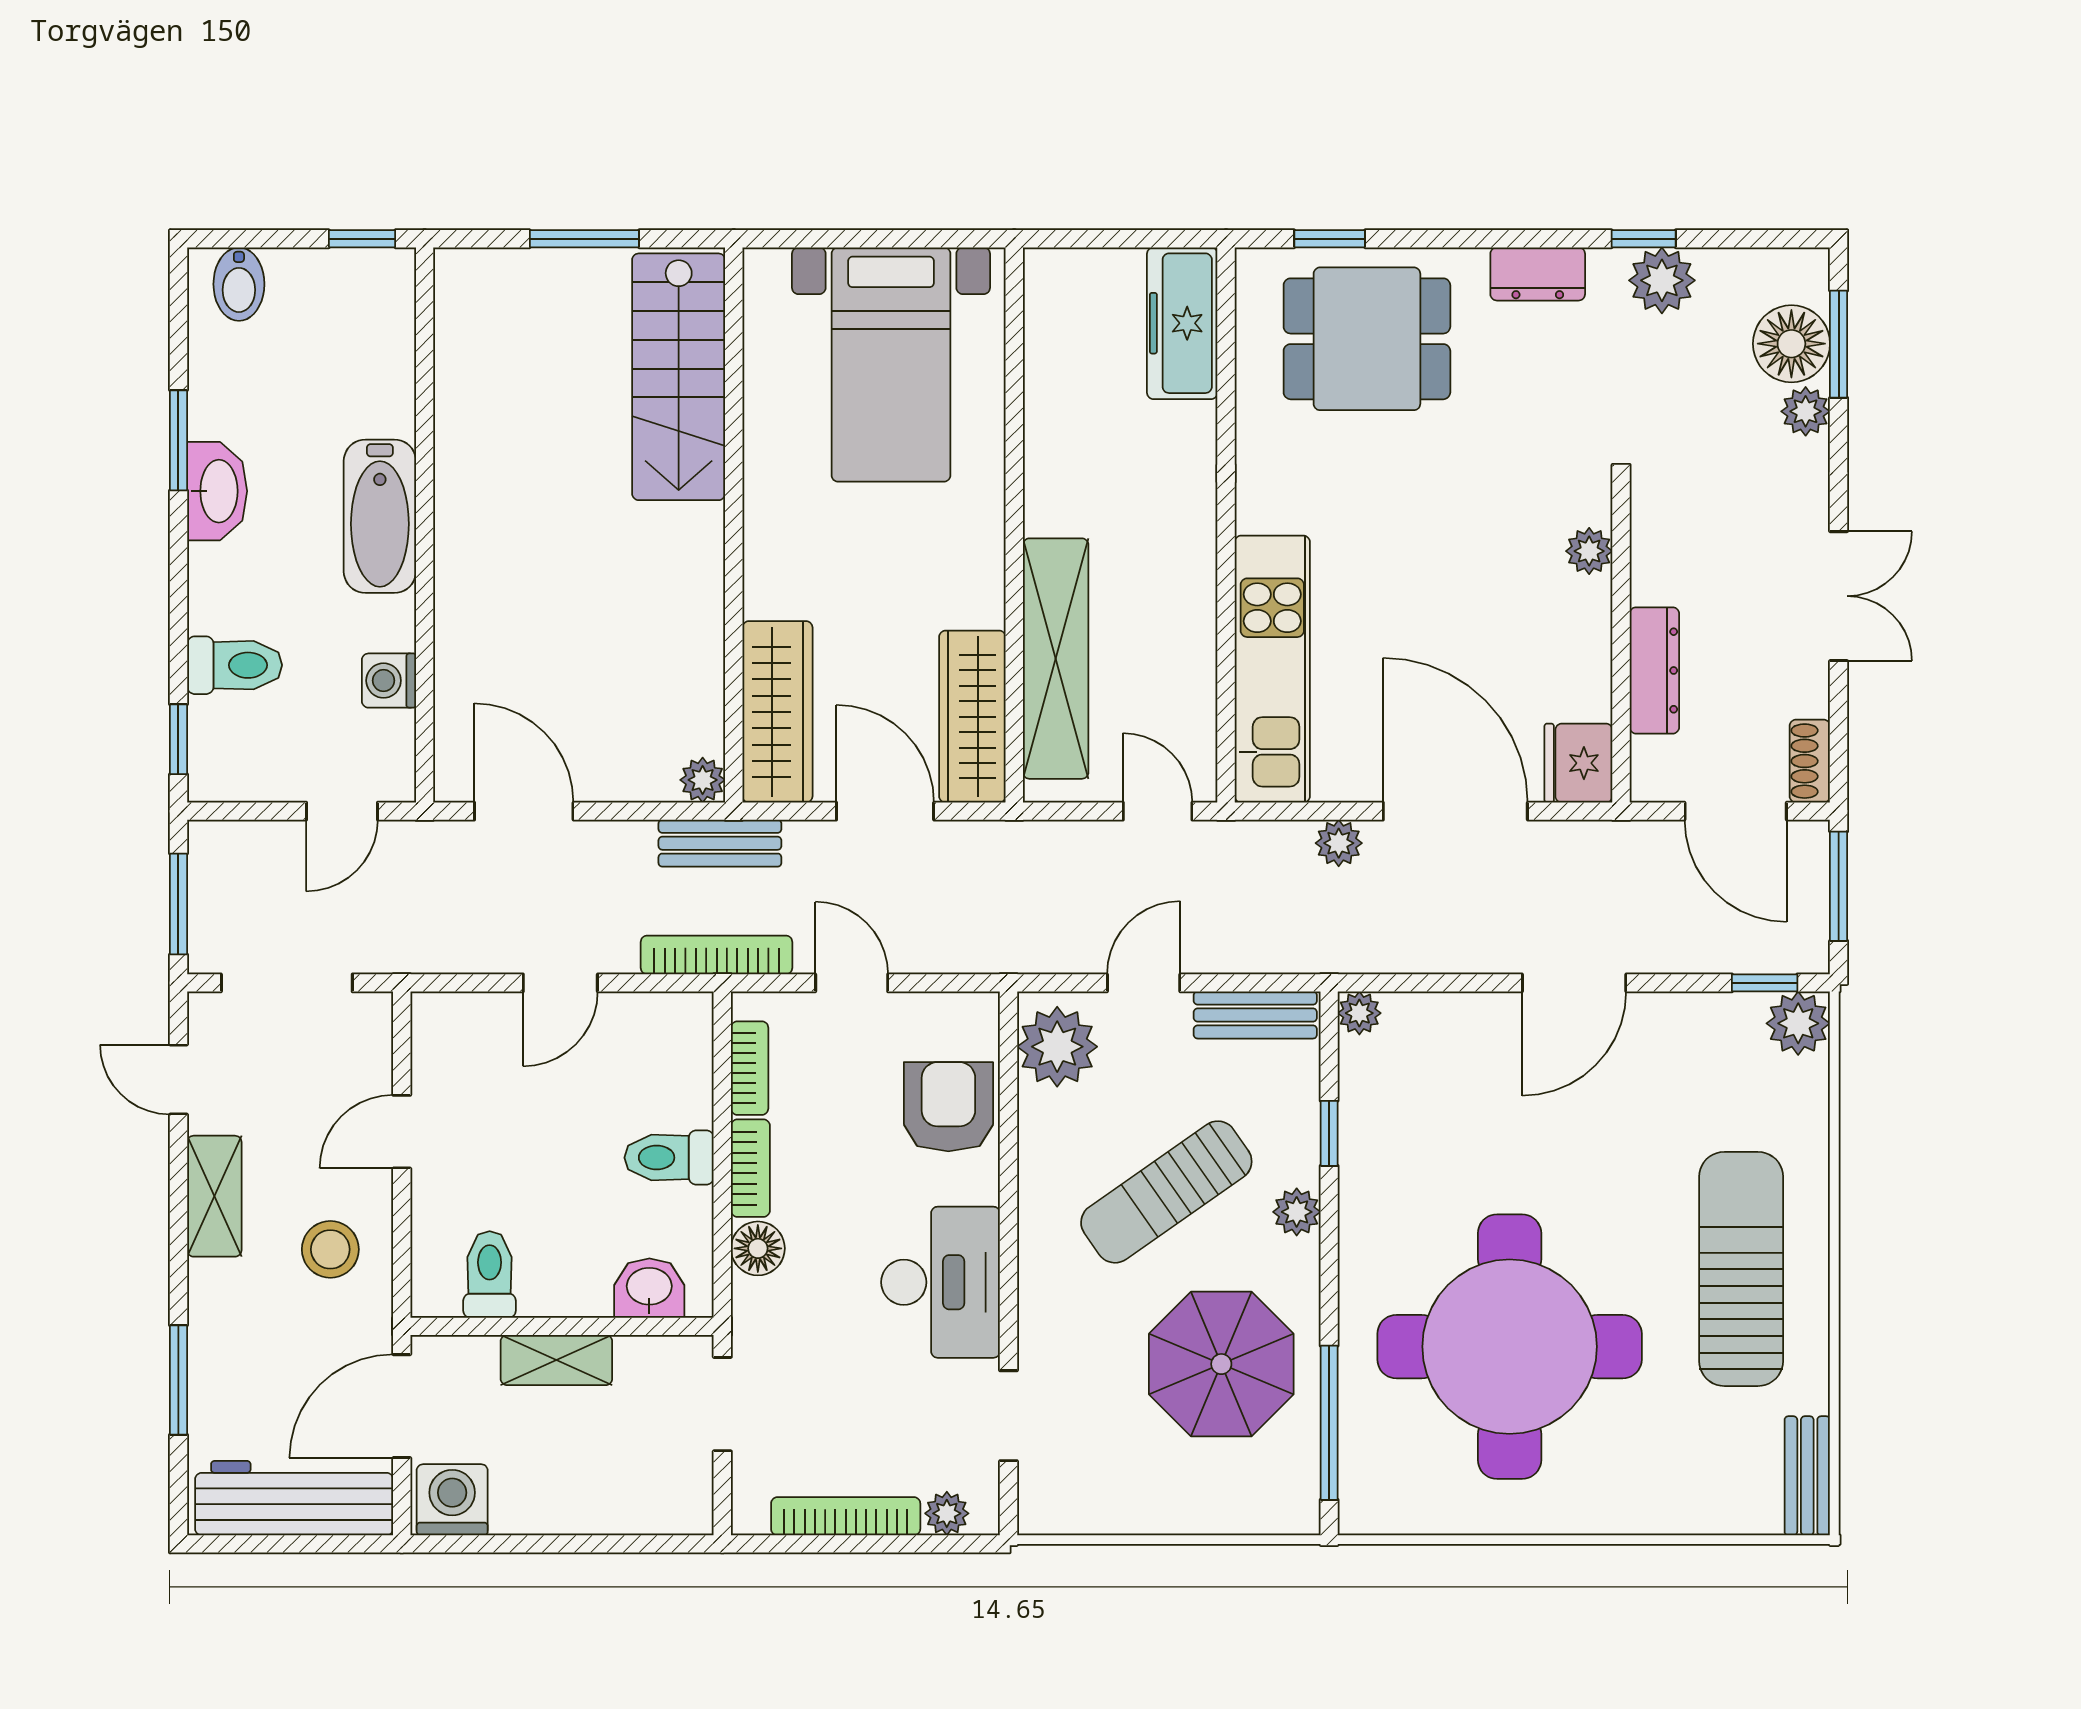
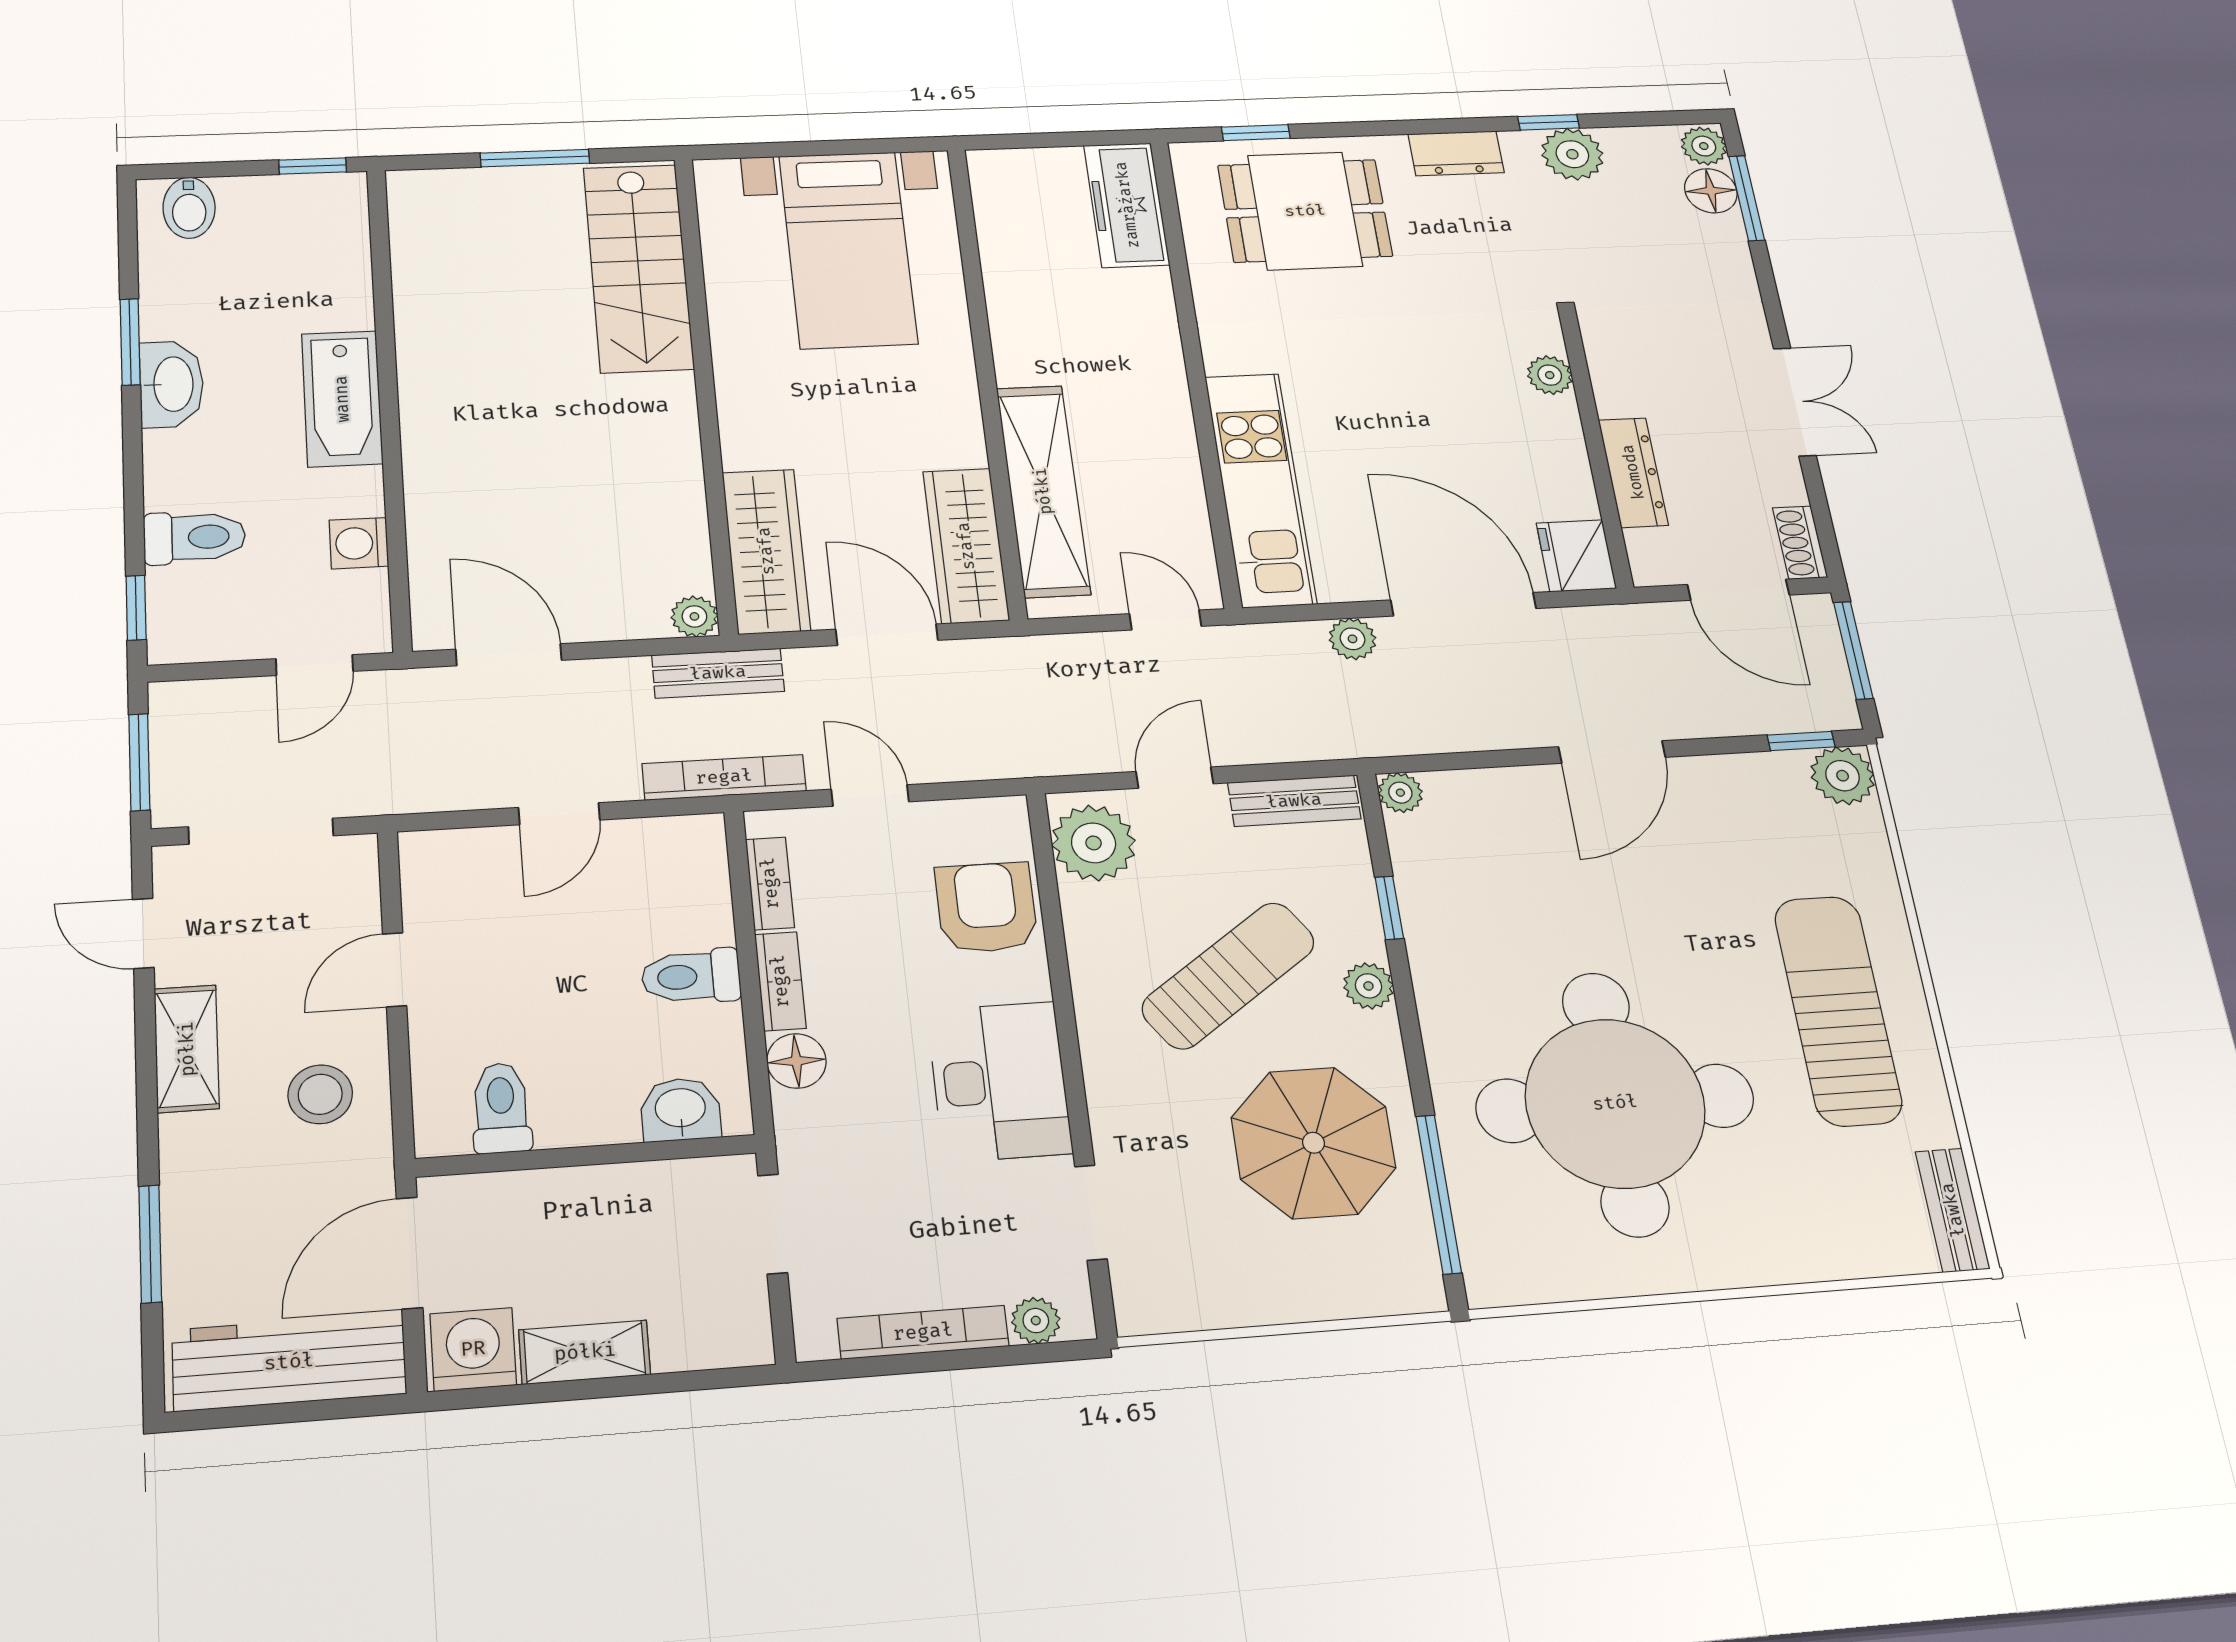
floor lamp: (1791, 344) -> (1711, 191), width x0.73, depth x0.73
plant: (1806, 411) -> (1704, 146), moved
sun lounger: (1166, 1192) -> (1228, 975), turned 180
shelving: (556, 1360) -> (585, 1352), moved

